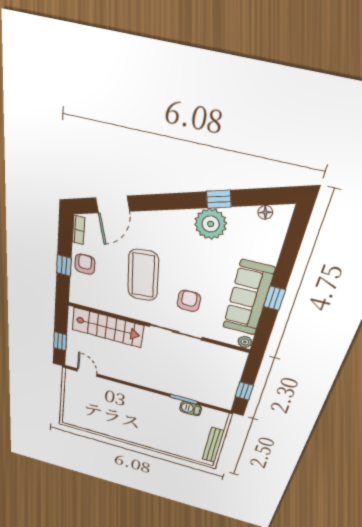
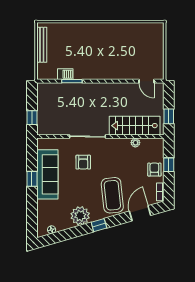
window: (219, 199) -> (99, 225), moved
armchair: (85, 264) -> (154, 170), turned 180
coffee table: (143, 275) -> (112, 195), moved
window: (60, 341) -> (169, 116), moved
plant: (245, 342) -> (135, 143), moved
window: (244, 391) -> (32, 118), moved

